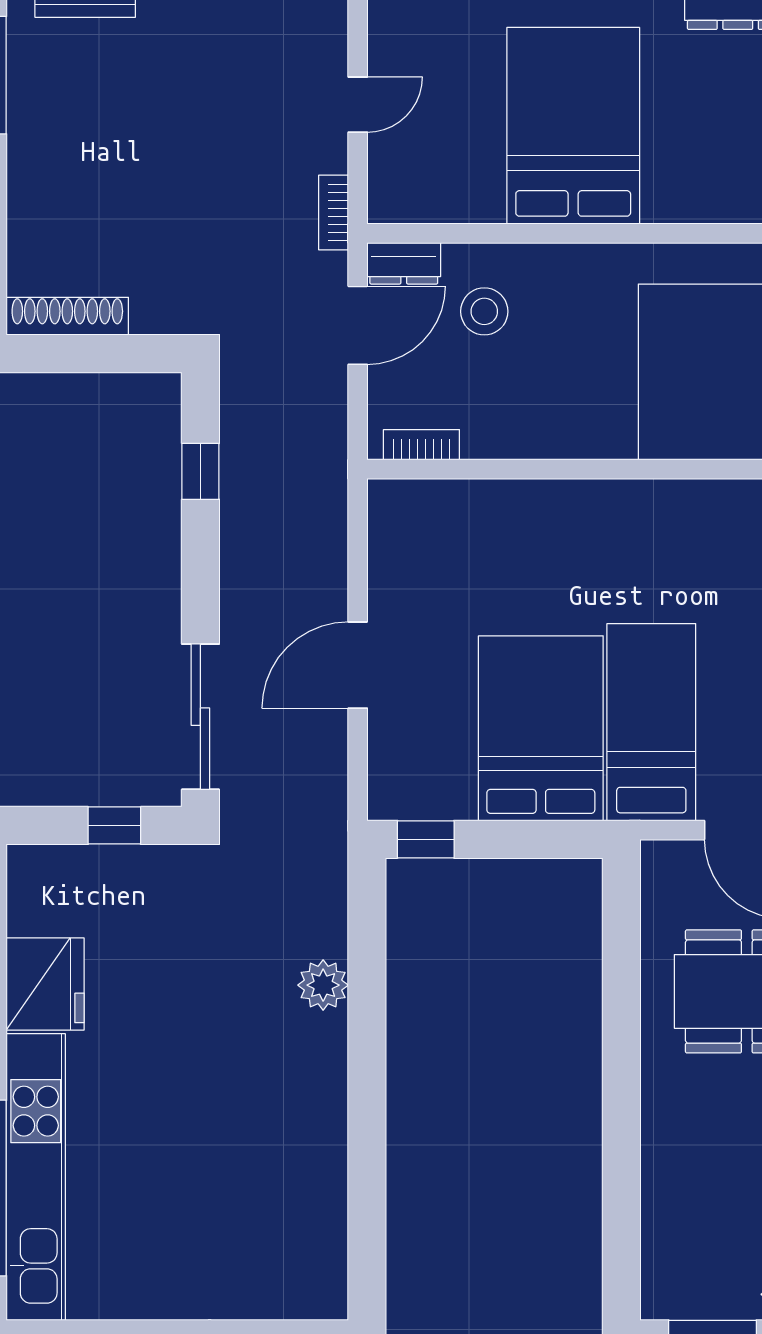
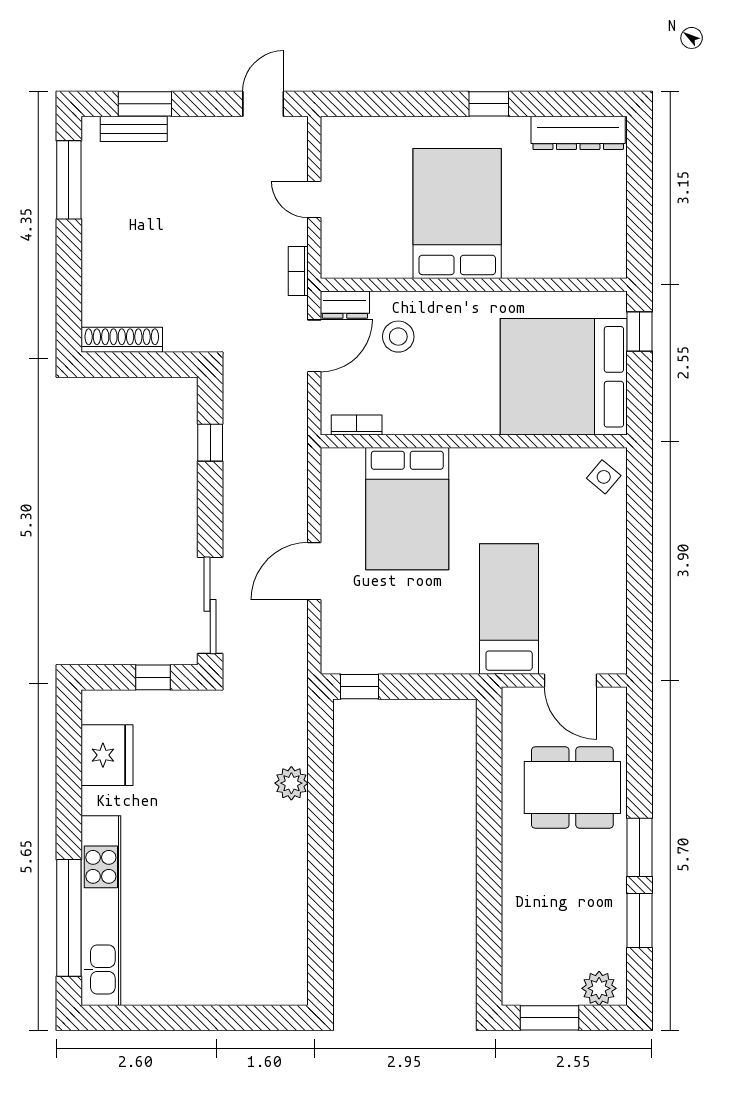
door: (358, 105) -> (314, 200), swing flipped
bed: (541, 728) -> (407, 509), moved, turned 180
fridge: (45, 984) -> (107, 755), moved

